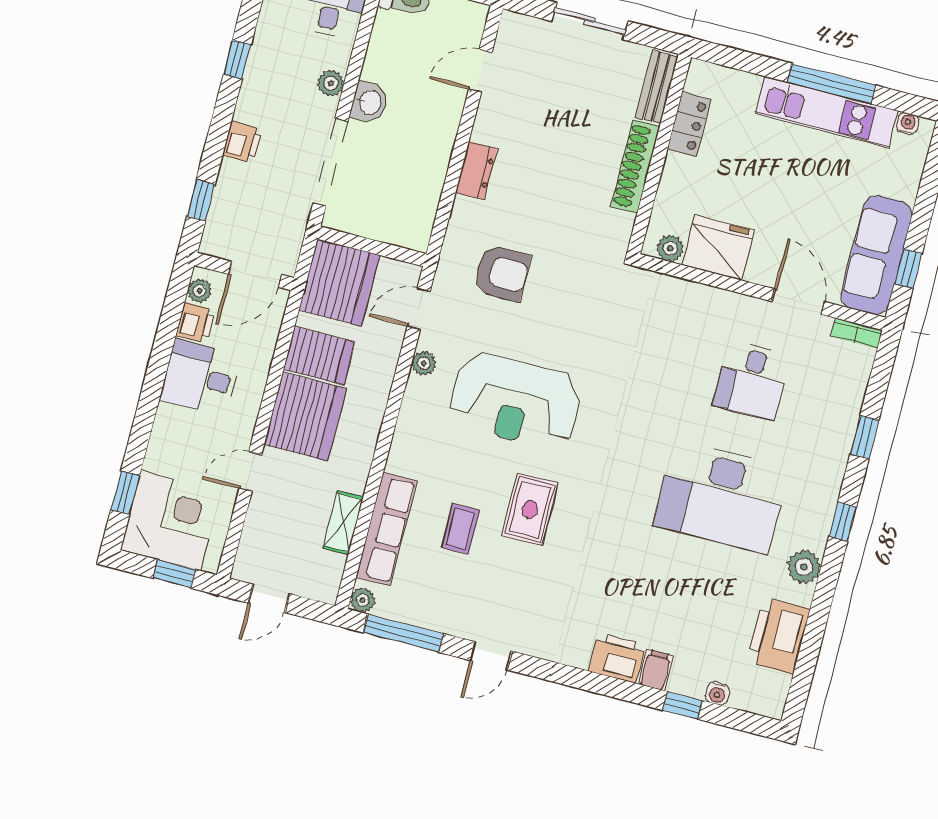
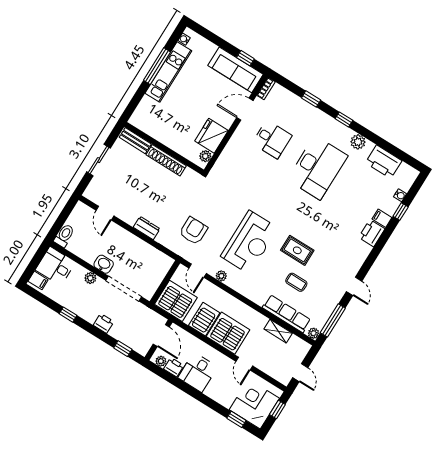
locker: (689, 124) -> (155, 132), removed

